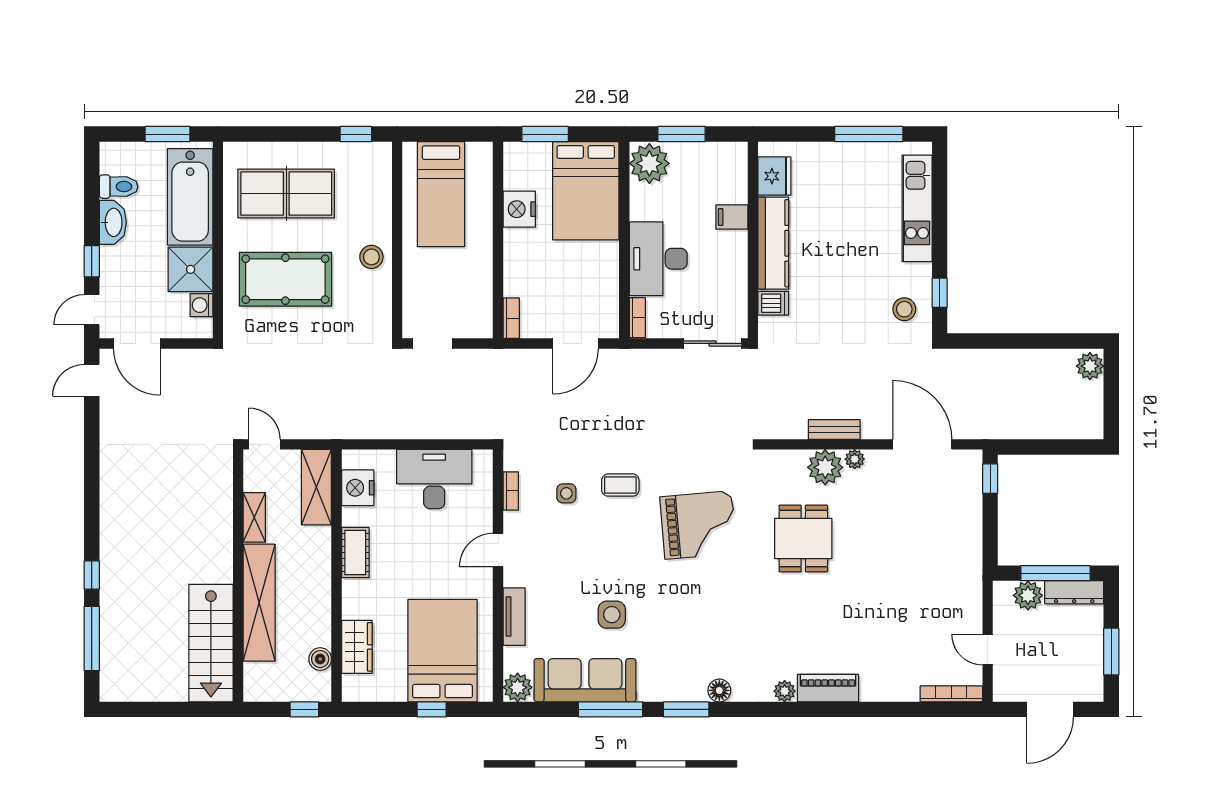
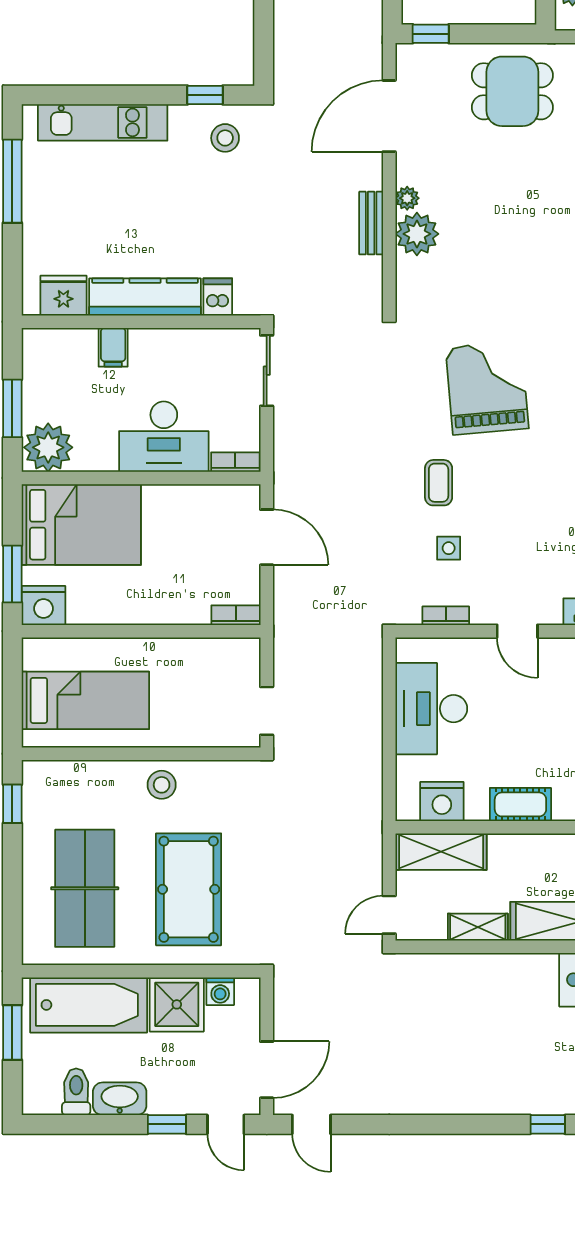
nightstand: (519, 209) -> (43, 605), moved
dining table: (803, 539) -> (512, 91), moved

